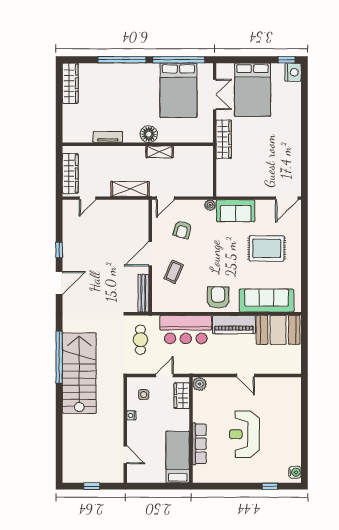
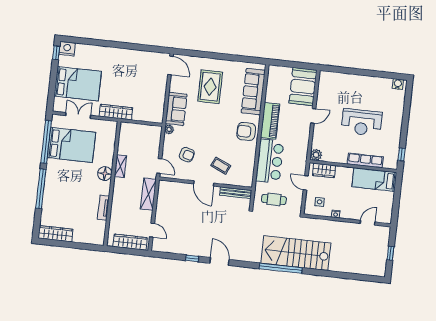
booth: (278, 330) -> (303, 87), moved
window: (270, 486) -> (402, 154), moved

